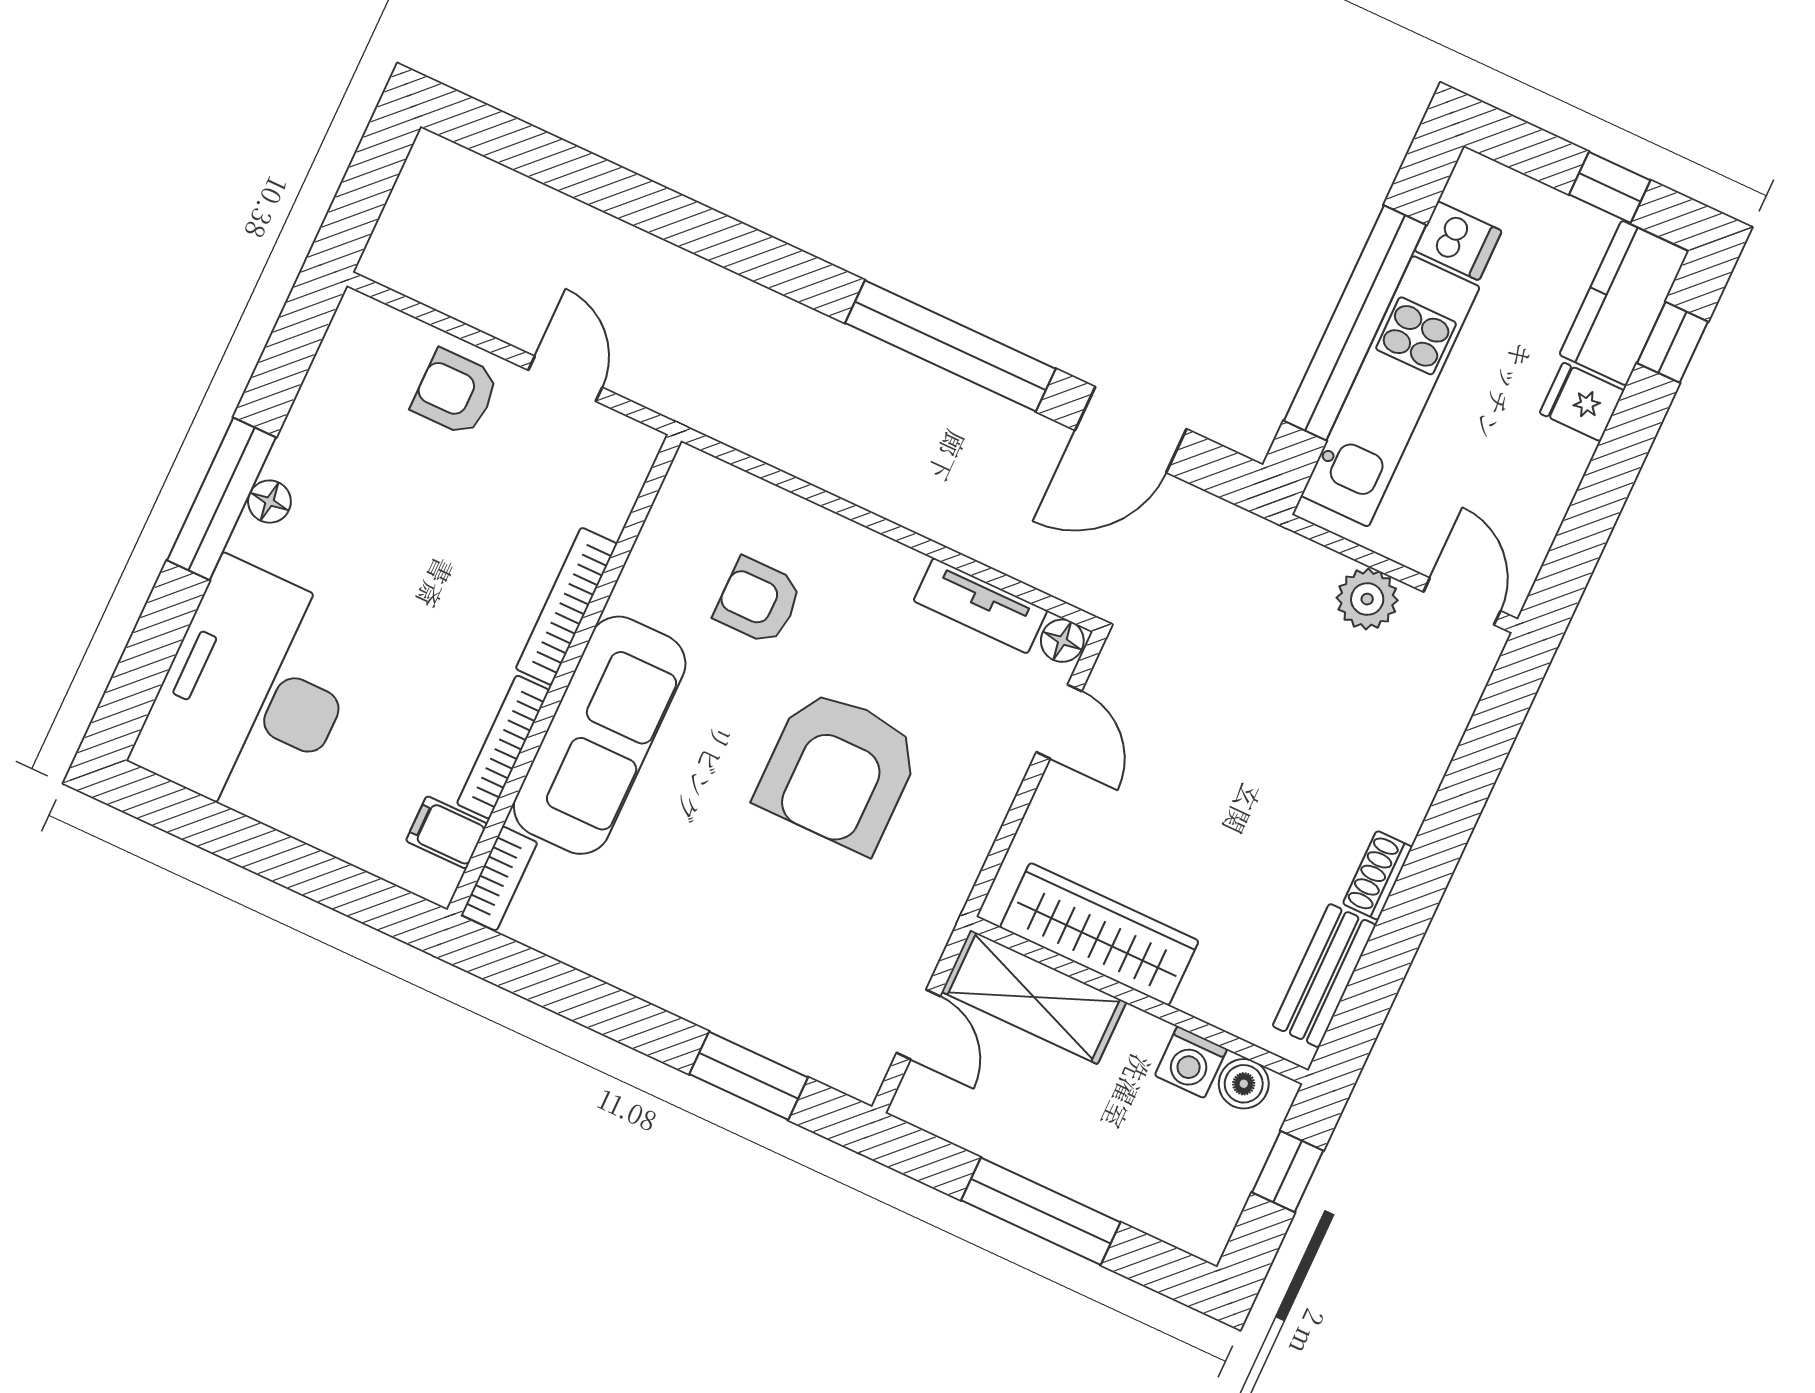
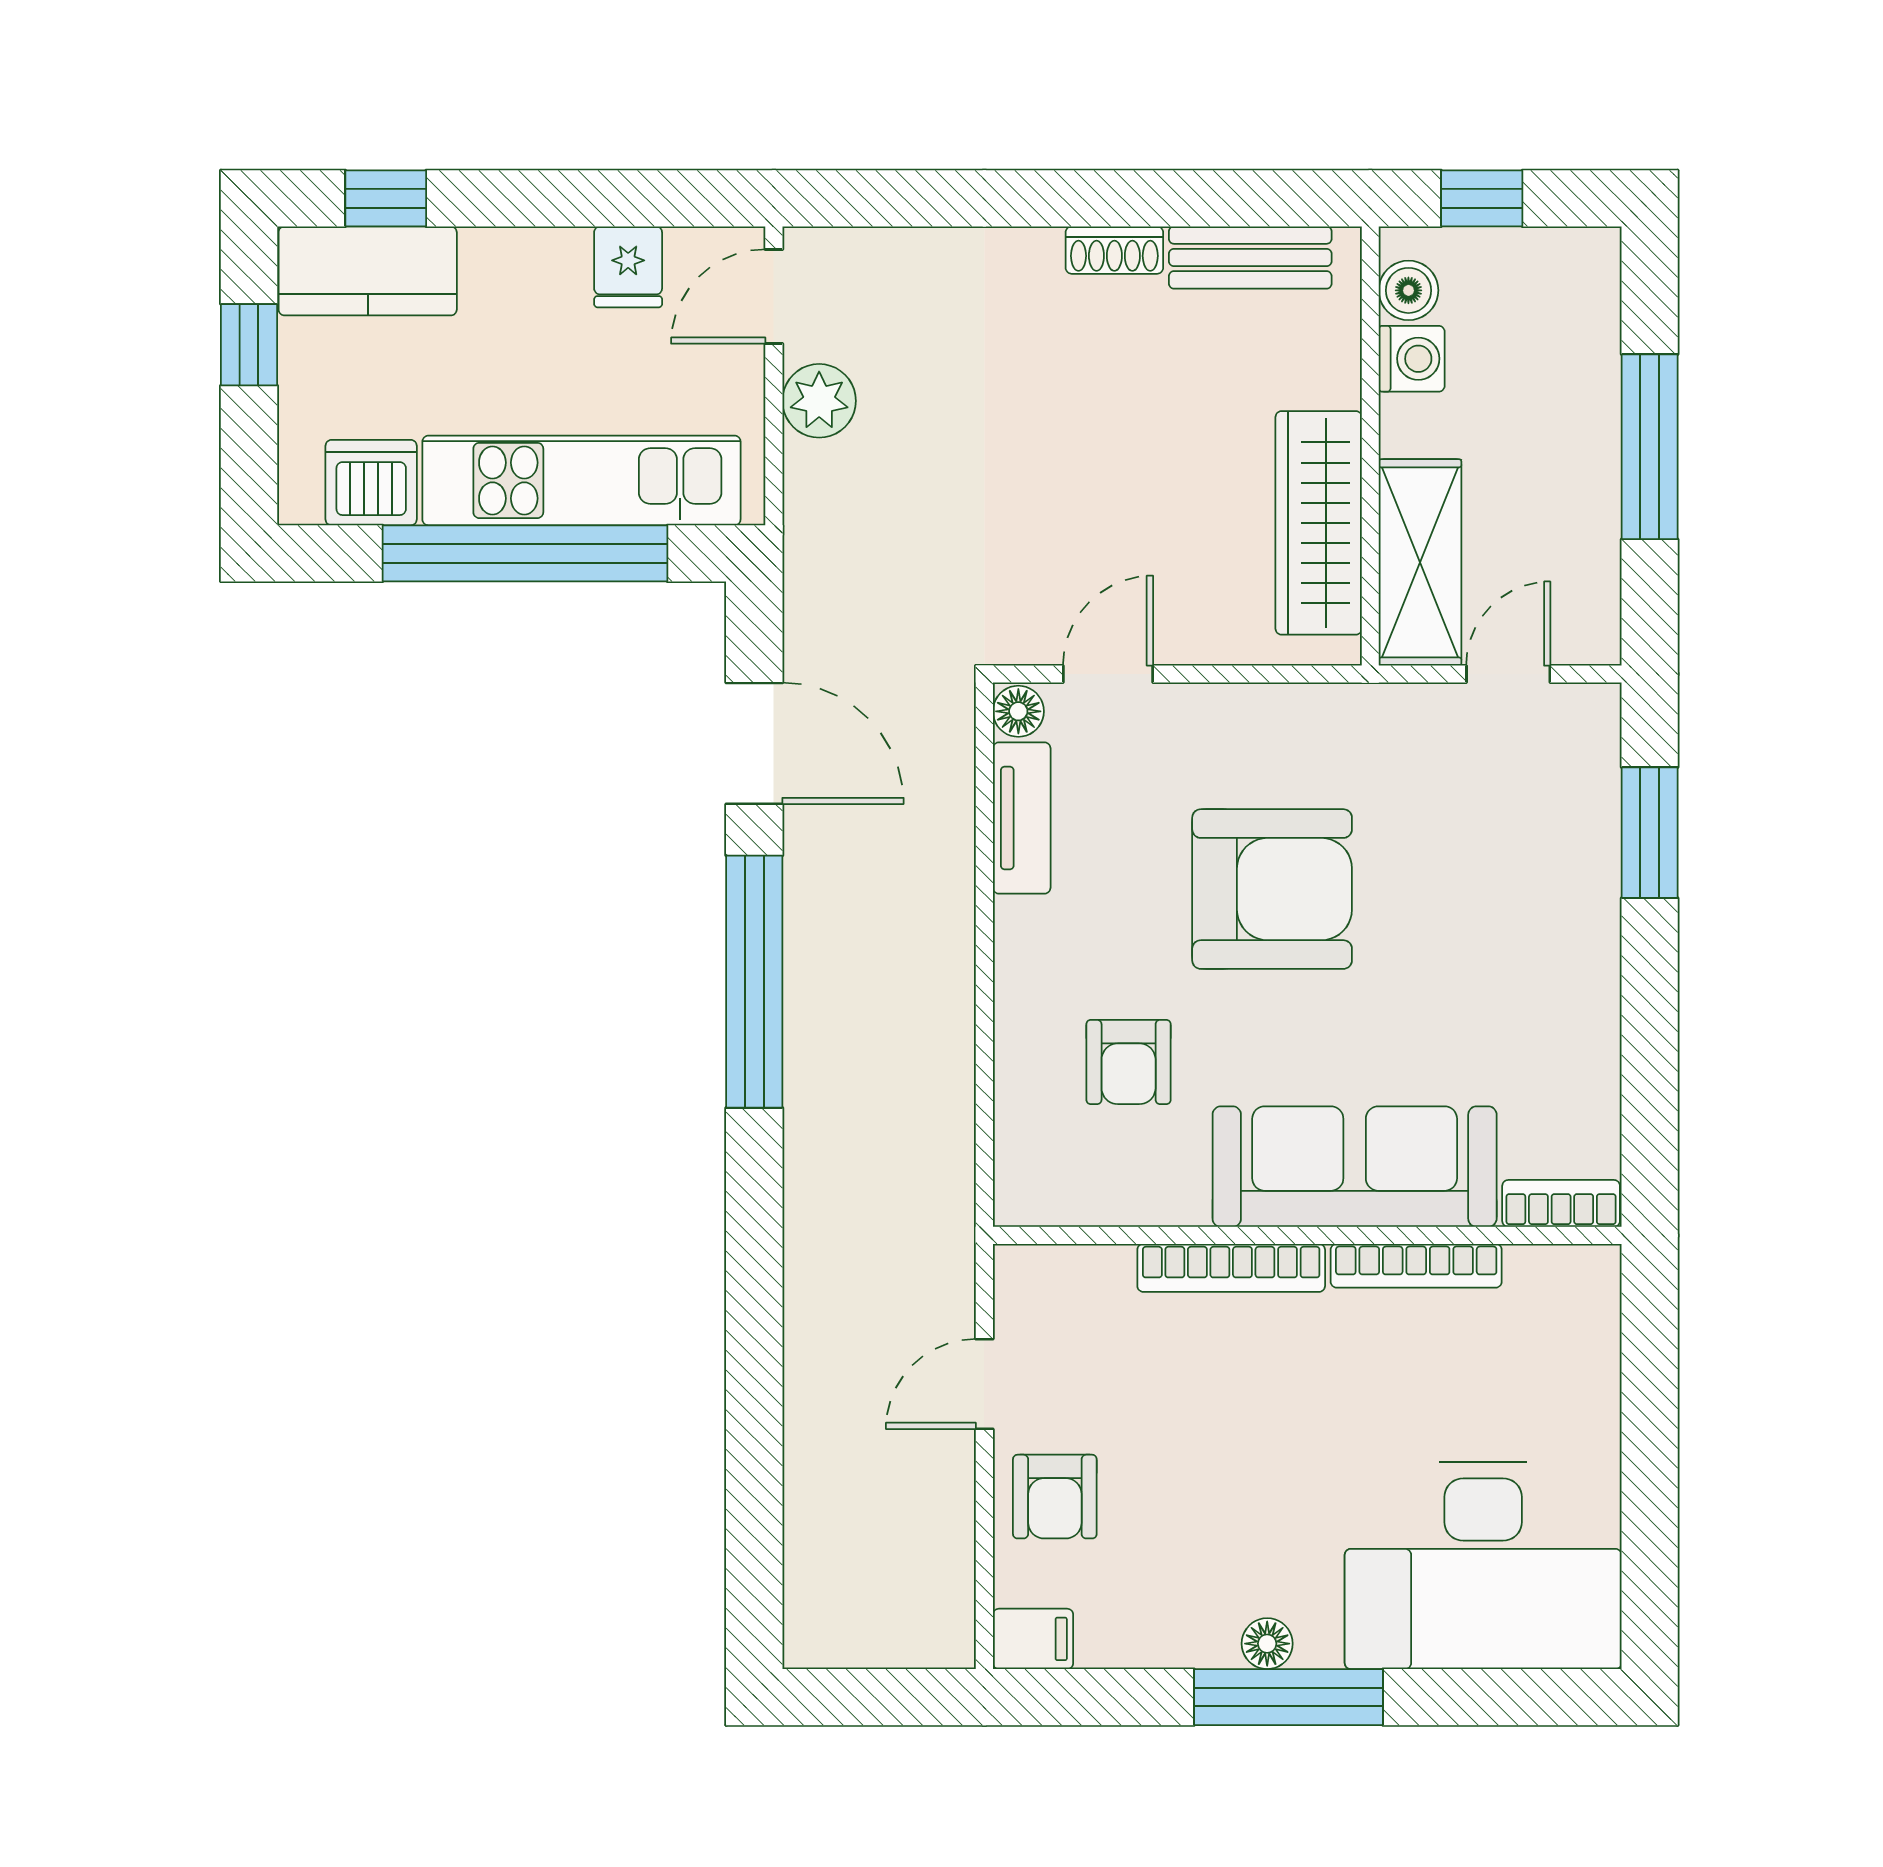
dishwasher: (1458, 241) -> (371, 483), width x1.38
fridge: (1582, 402) -> (628, 267), moved
filing cabinet: (447, 832) -> (1033, 1639), moved, turned -90

